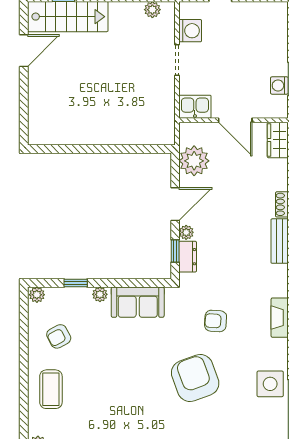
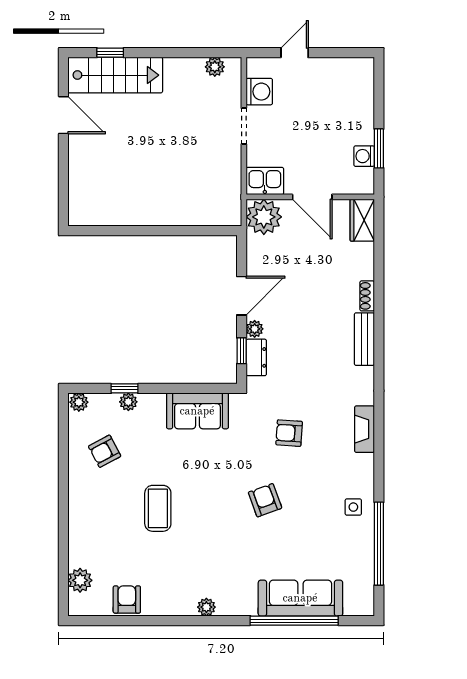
door: (24, 51) -> (63, 115), hinge flipped
plant: (194, 161) -> (264, 217), moved
plant: (100, 294) -> (128, 402), moved
armchair: (195, 378) -> (265, 500), width x0.53, depth x0.53
side table: (270, 384) -> (353, 507), width x0.54, depth x0.54
coffee table: (51, 389) -> (158, 508), moved

